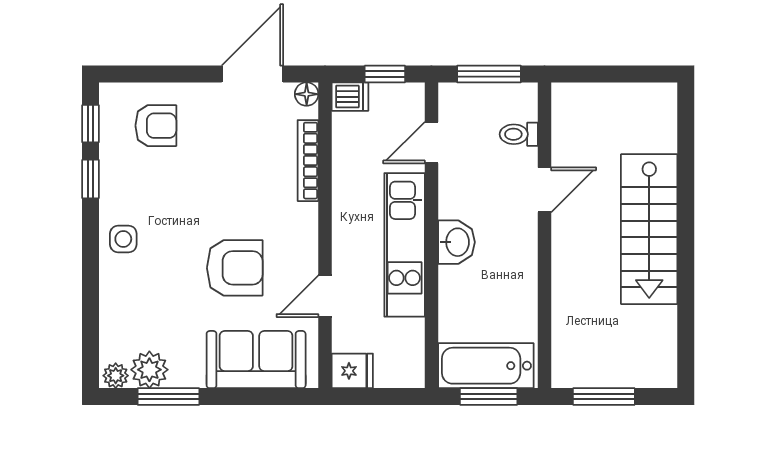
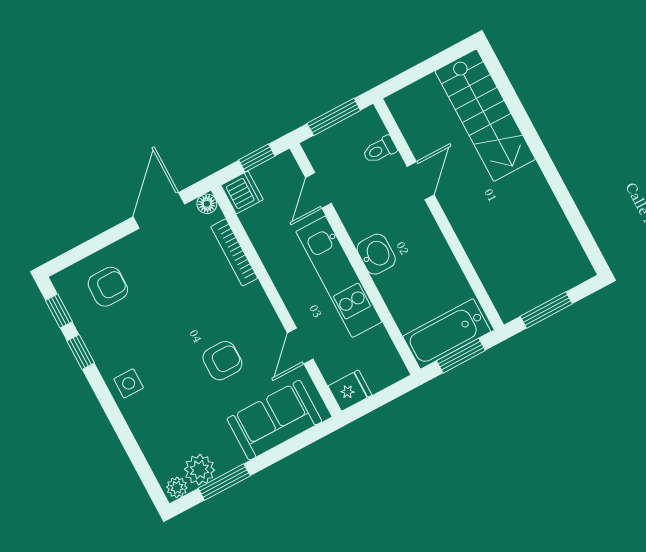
dishwasher: (350, 97) -> (242, 192), width x1.38
stairs: (649, 229) -> (485, 115), moved
armchair: (235, 268) -> (222, 361), width x0.72, depth x0.72

